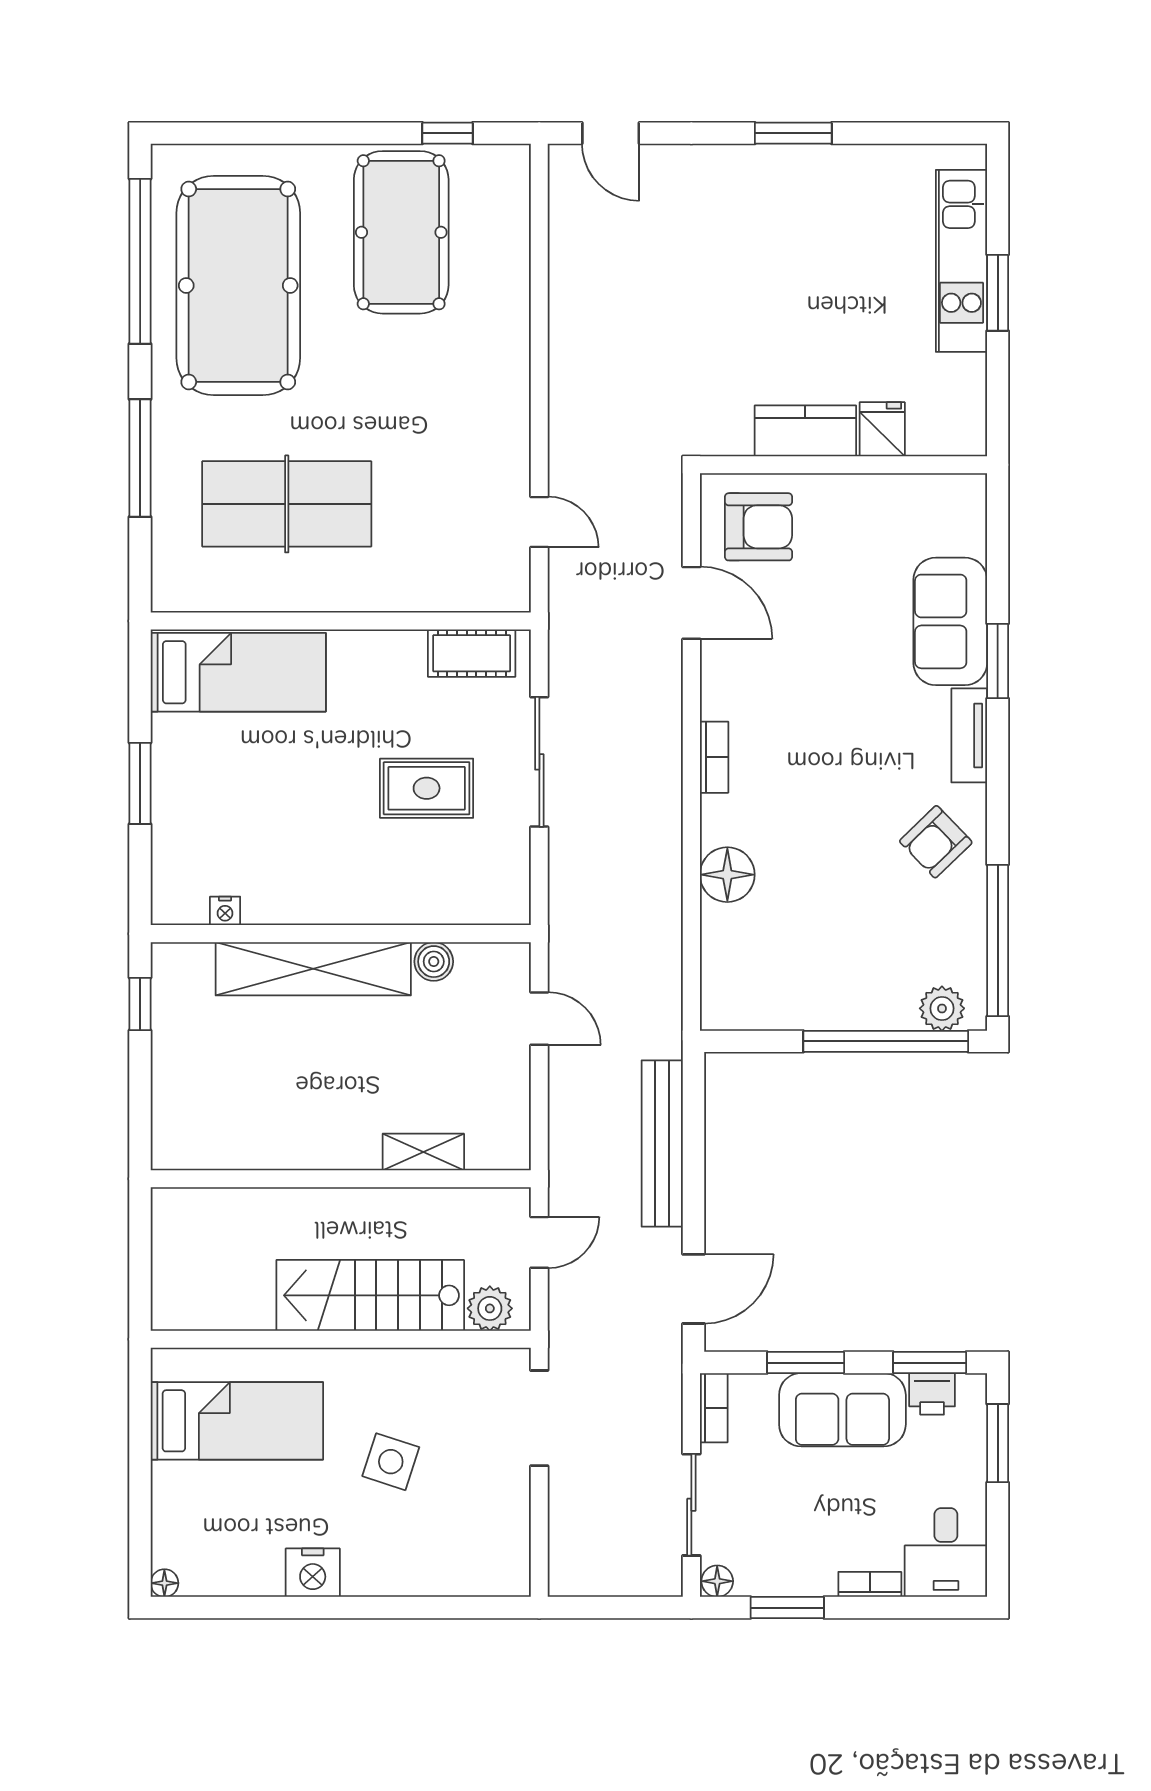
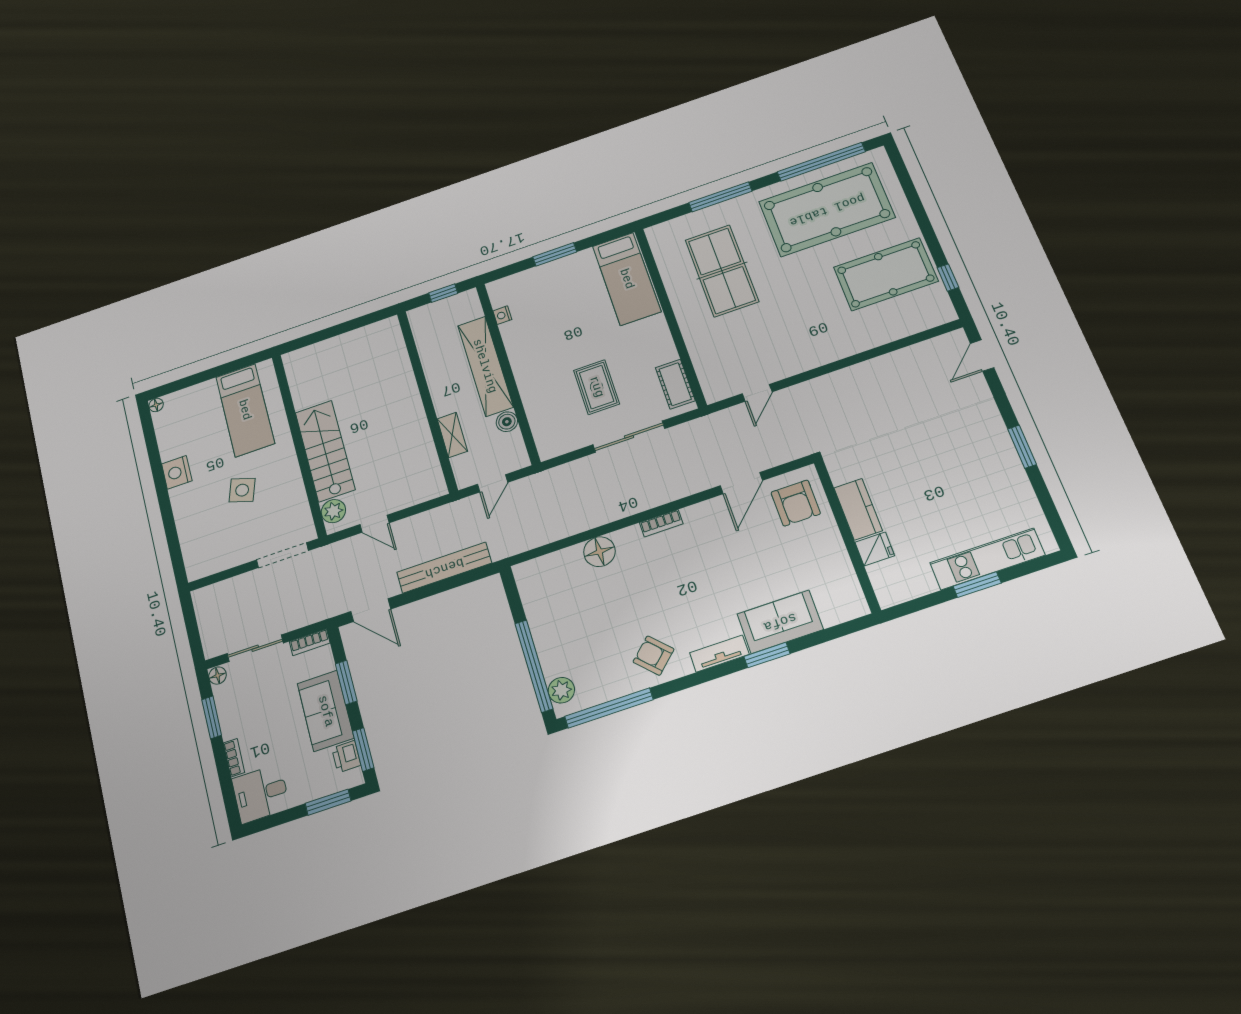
shelving: (423, 1152) -> (452, 435), moved
wall: (341, 1179) -> (427, 400), moved

